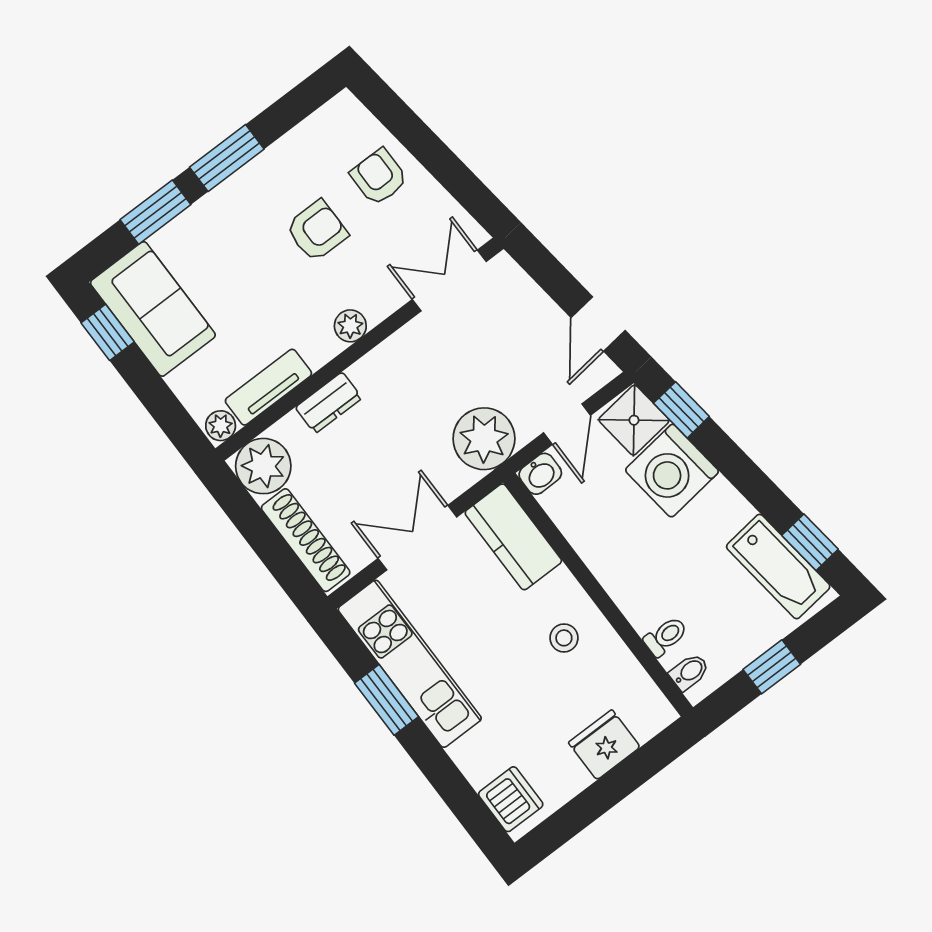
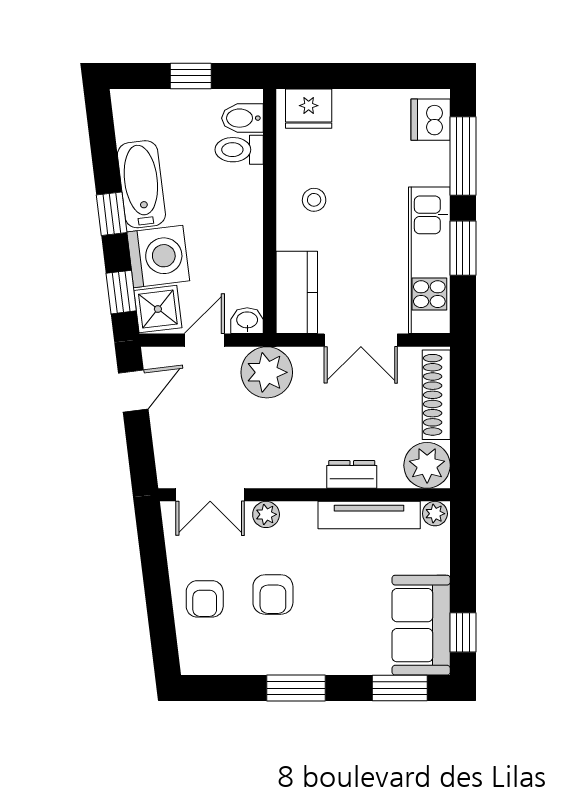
window: (155, 212) -> (400, 688), moved
armchair: (317, 231) -> (273, 594), turned -90
plant: (350, 326) -> (266, 514), moved
tv unit: (268, 387) -> (369, 515), width x1.41
window: (810, 542) -> (112, 214), moved
bathtub: (778, 567) -> (141, 184), moved
toilet: (666, 636) -> (239, 150), width x1.37, depth x1.39
bidet: (689, 672) -> (242, 118), width x1.38, depth x1.36
fridge: (604, 745) -> (309, 109), moved
window: (453, 788) -> (463, 156), added

